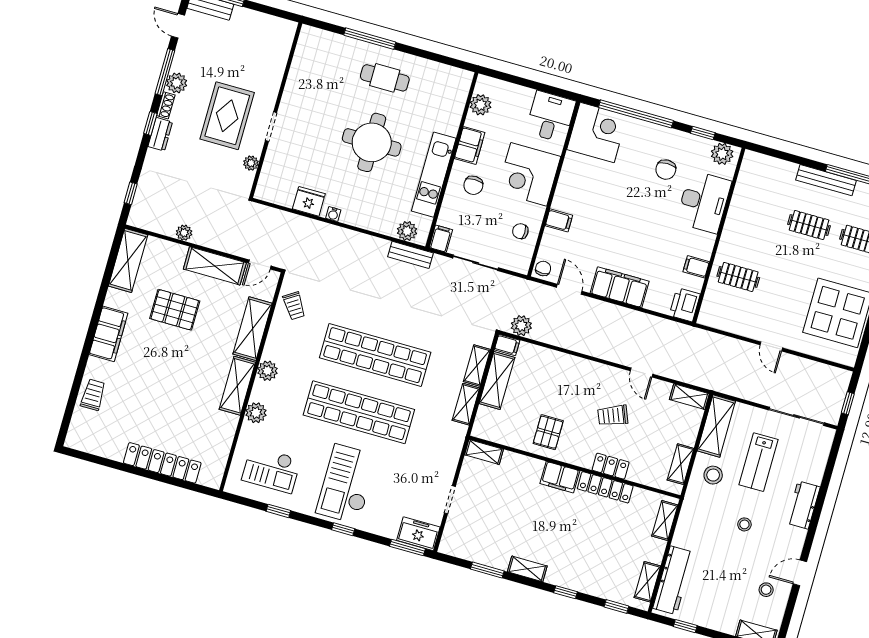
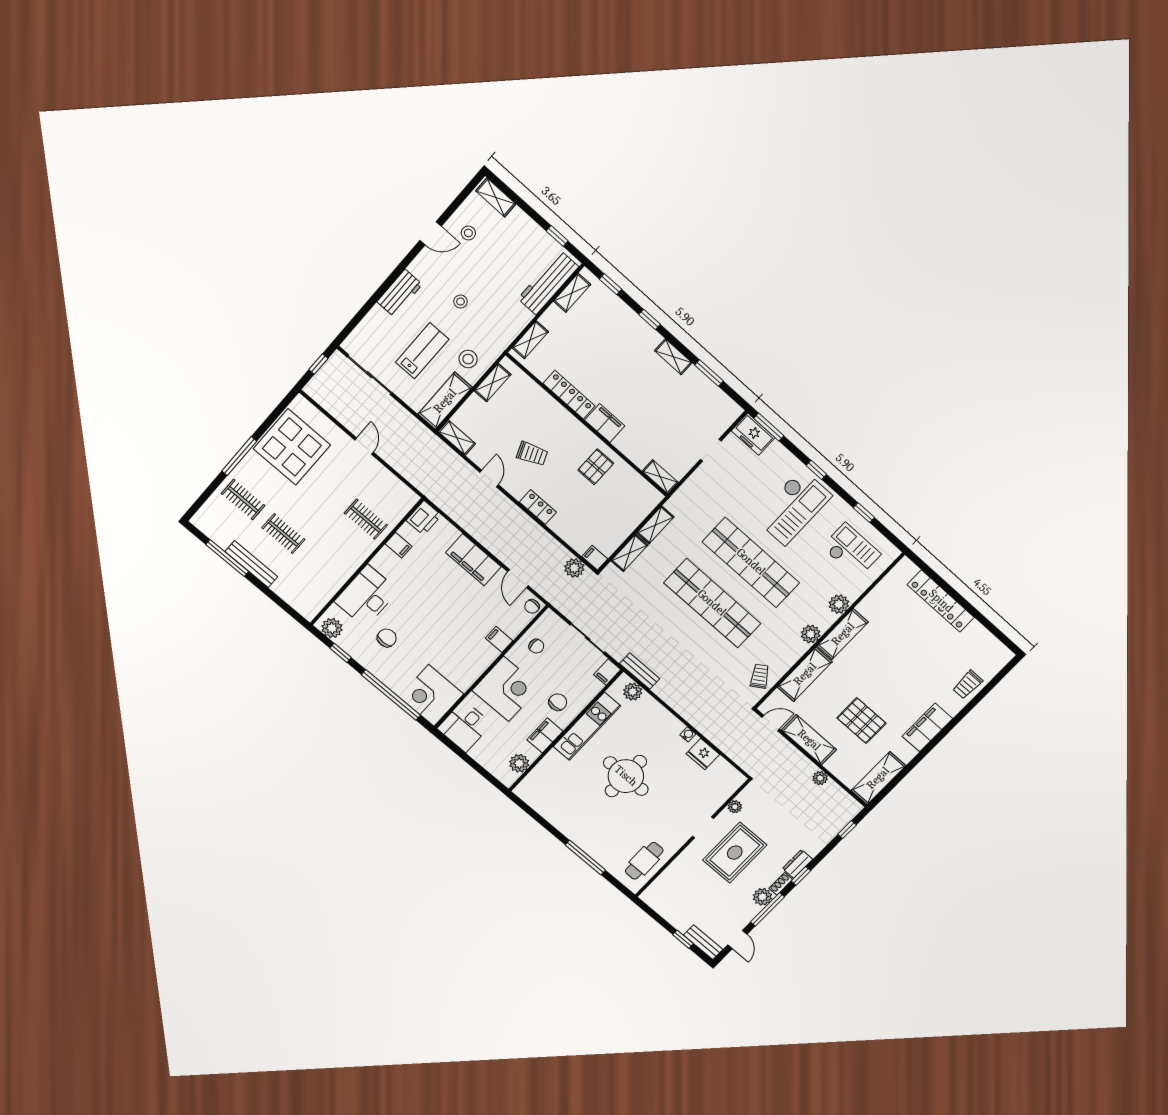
cafe table: (385, 78) -> (644, 861), moved, turned 90
shelving: (497, 380) -> (618, 532), removed
locker: (611, 466) -> (538, 507), moved, turned 180

